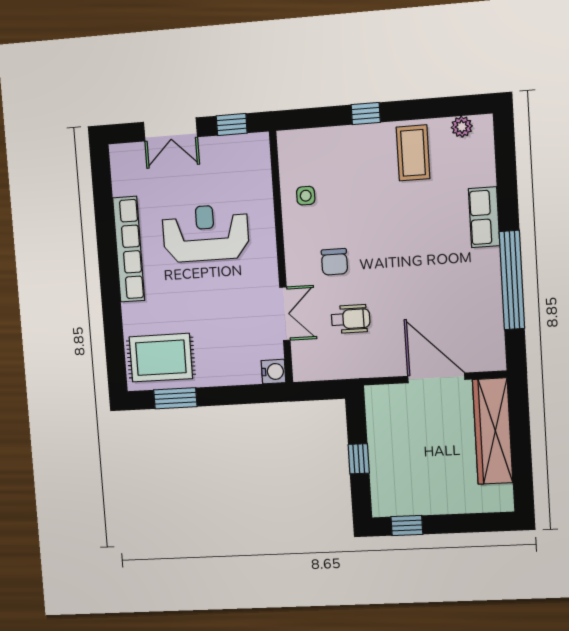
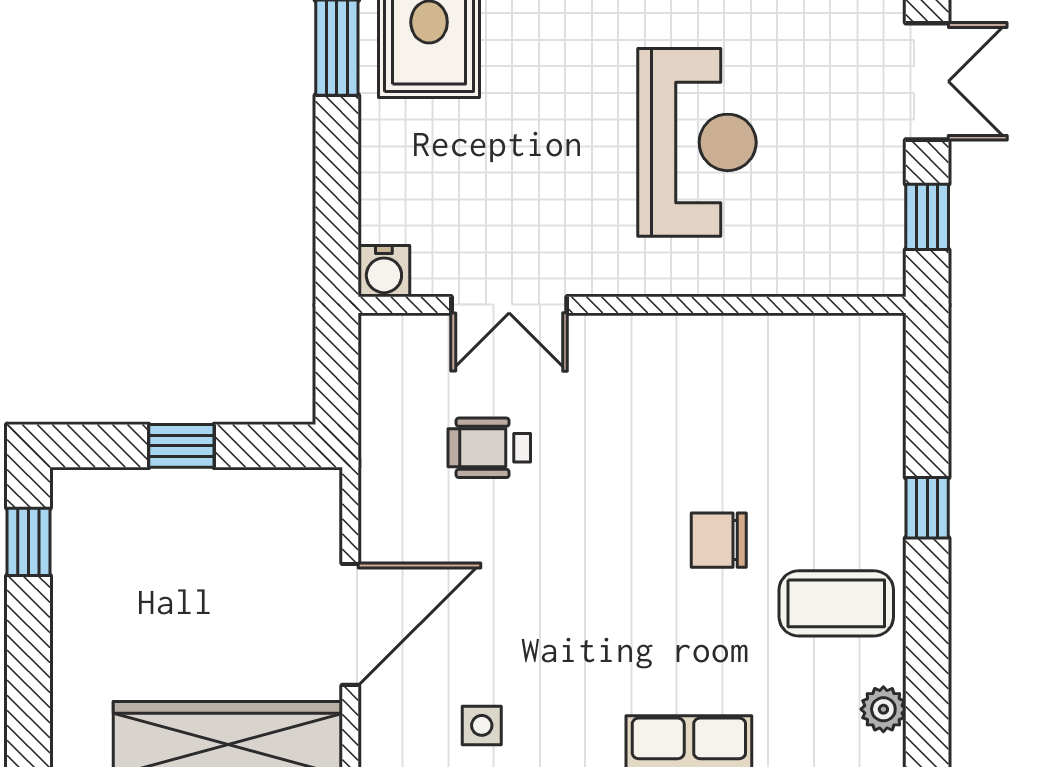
double door: (170, 129) -> (927, 81), swing flipped
side table: (306, 196) -> (482, 725), moved
chair: (334, 262) -> (719, 540), moved
wheelchair: (351, 319) -> (489, 448), turned 90

